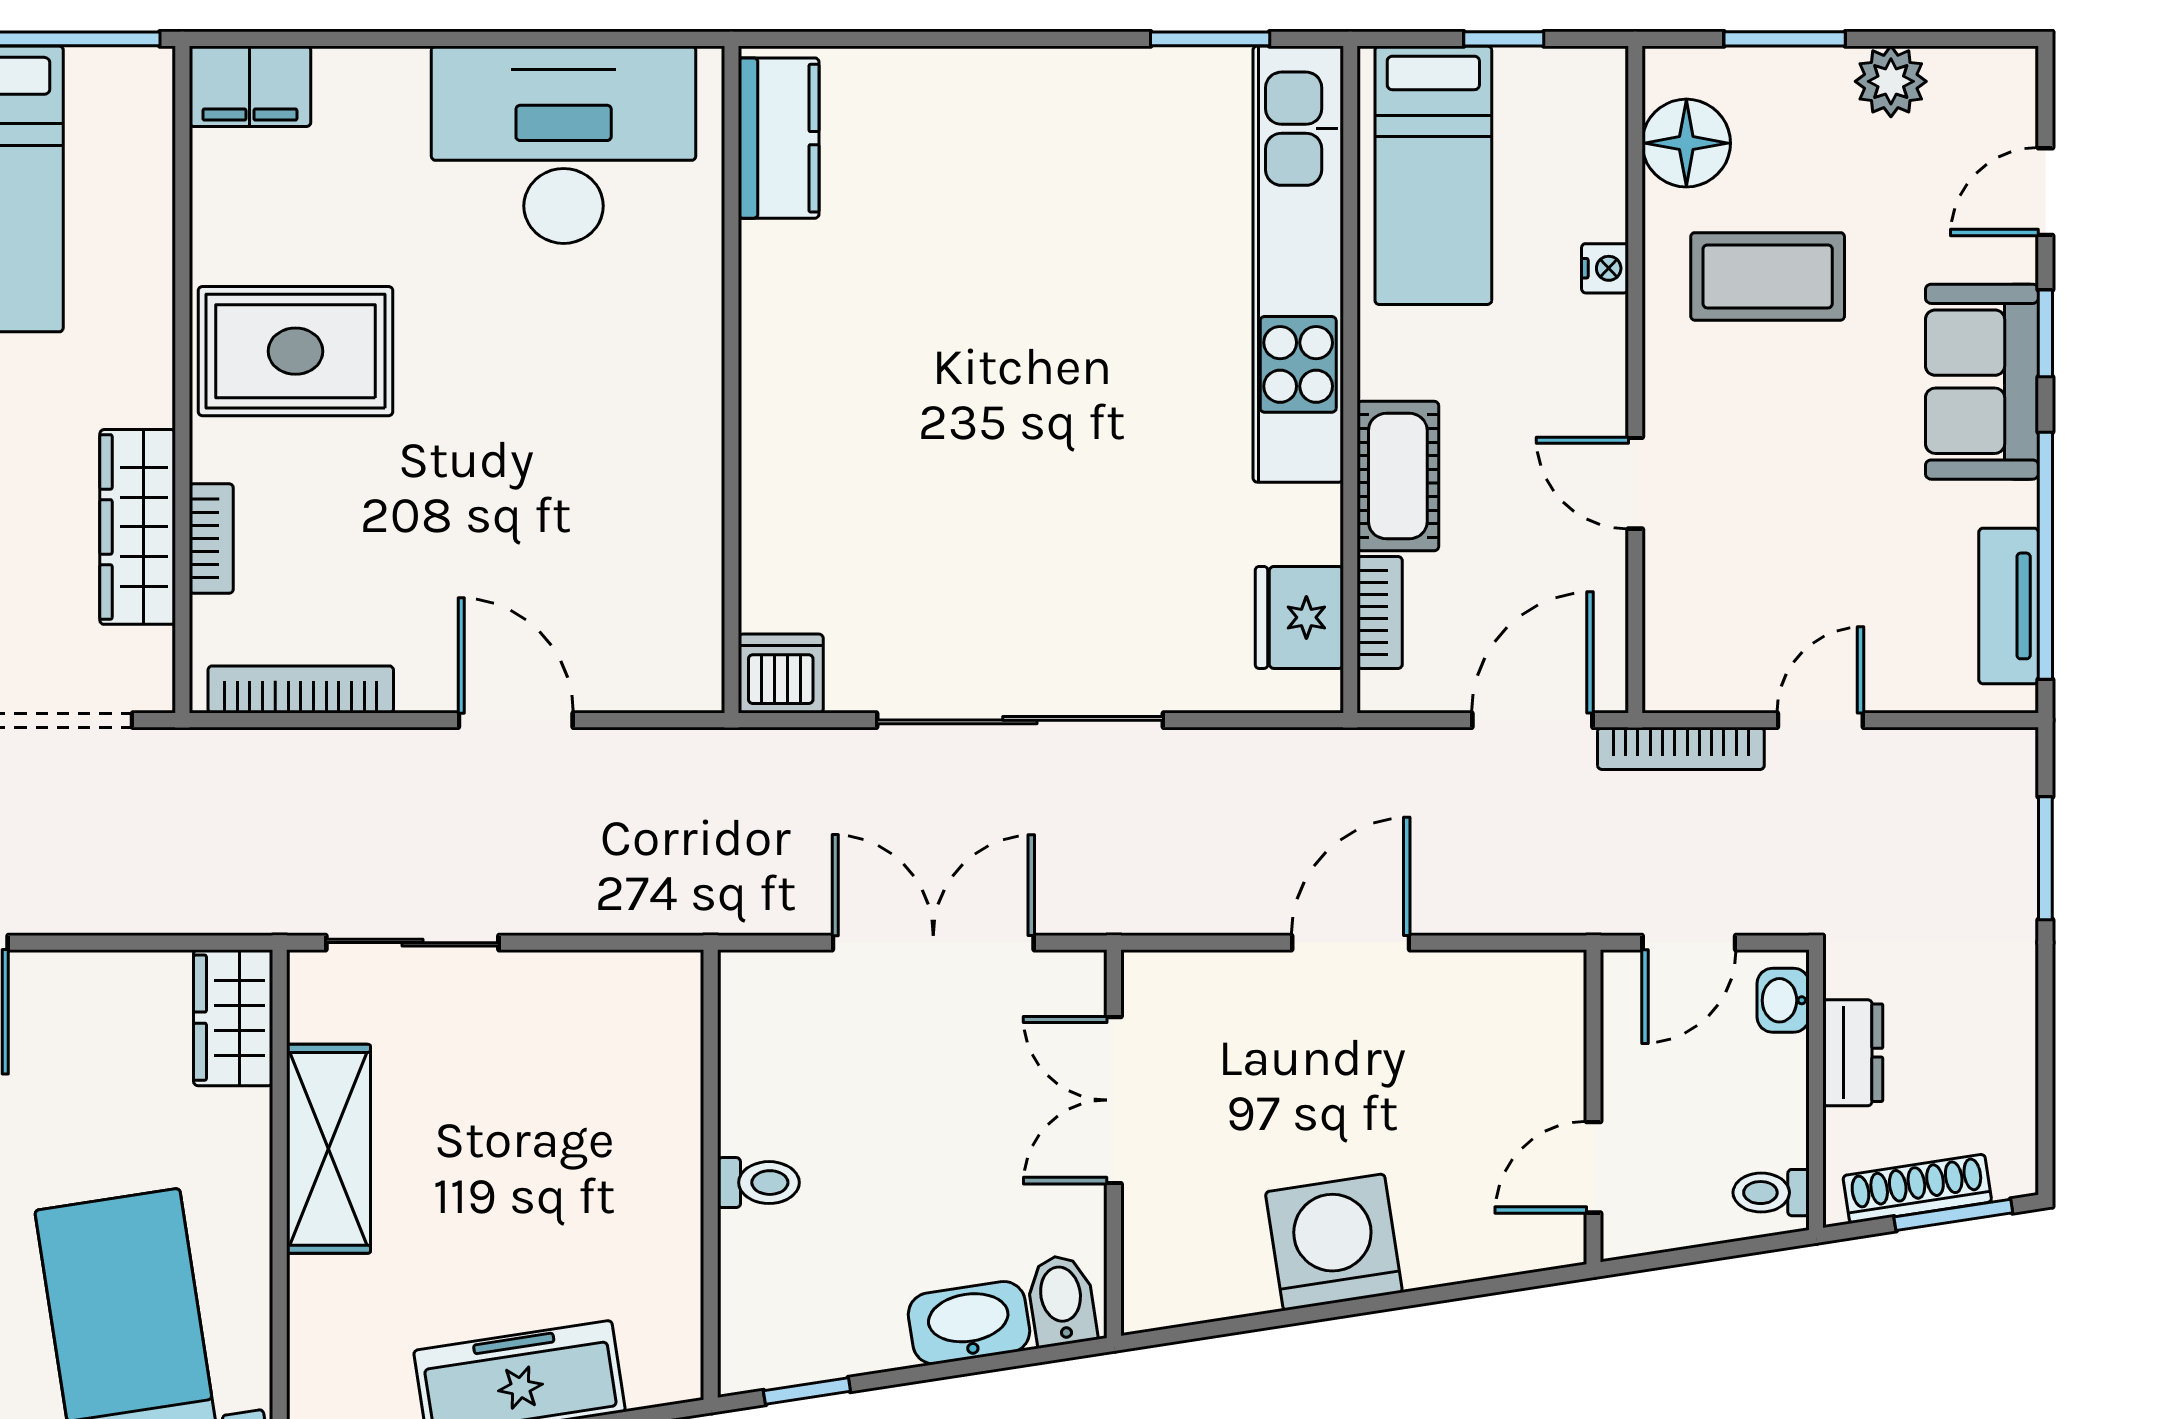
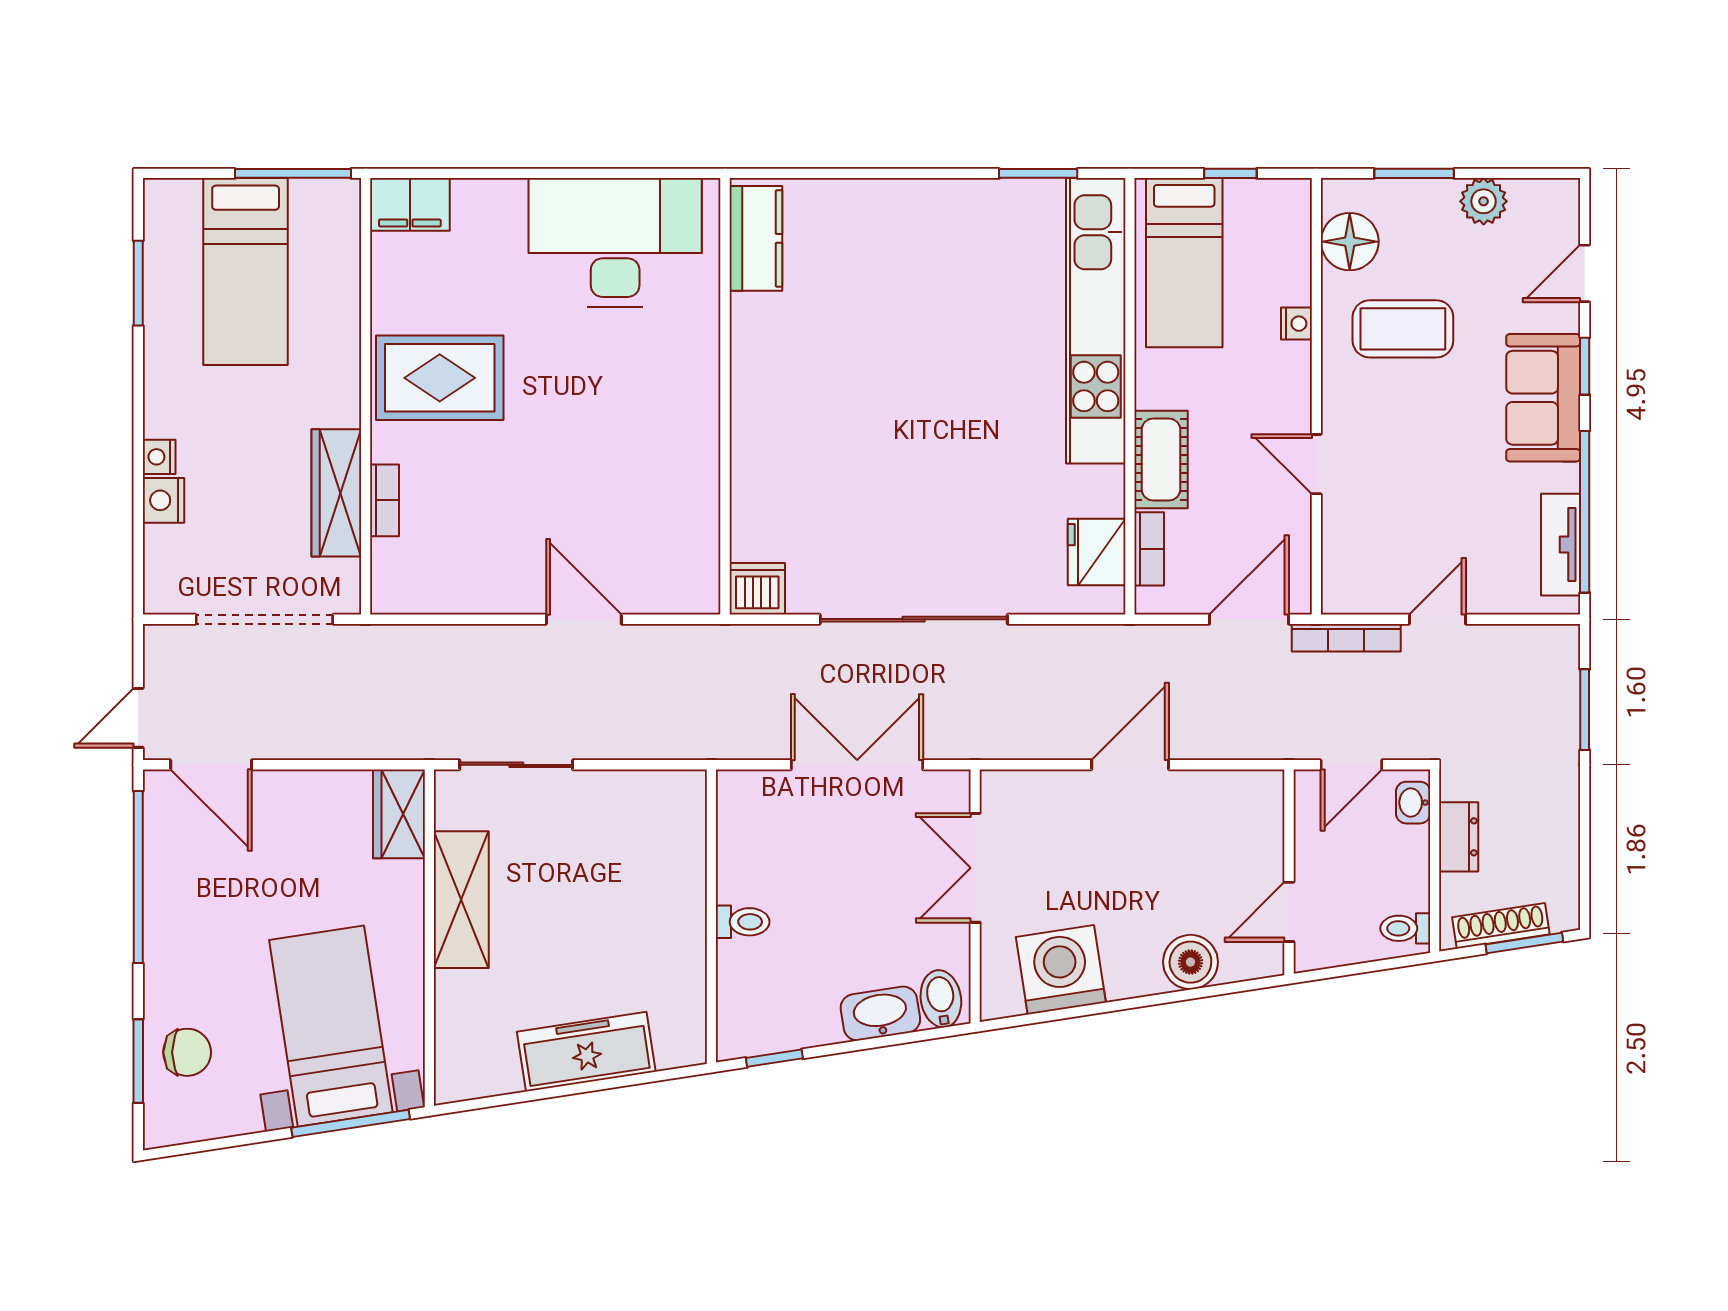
bookcase: (301, 689) -> (443, 599), removed
washing machine: (1334, 1242) -> (1061, 970), moved
boiler: (1443, 1244) -> (1190, 962), added

